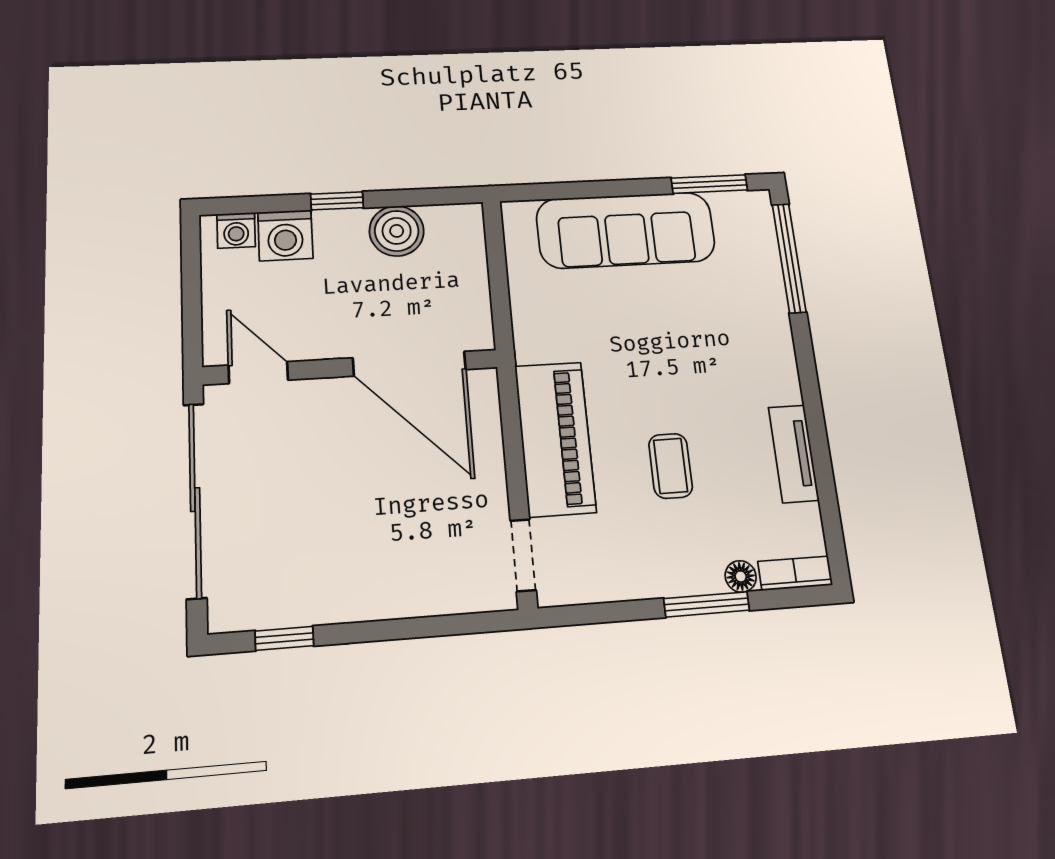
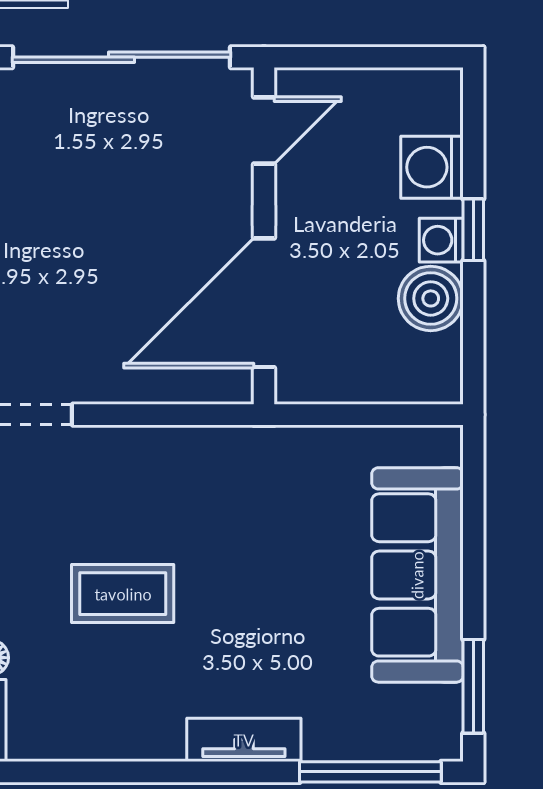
washing machine: (236, 230) -> (441, 240), moved
piano: (555, 438) -> (164, 464), removed
tv unit: (794, 454) -> (244, 740), moved
coffee table: (671, 466) -> (123, 594), width x1.36, depth x1.30

